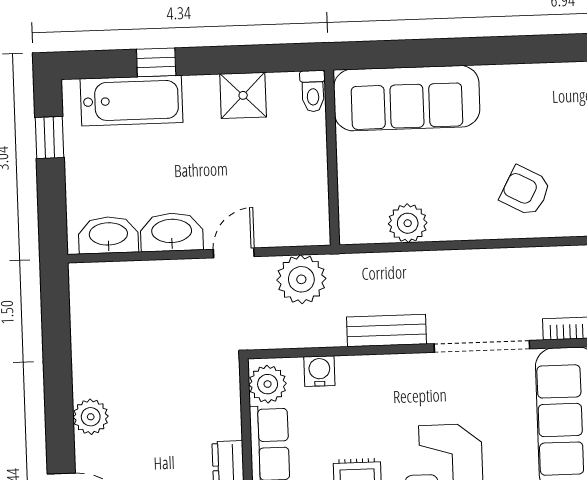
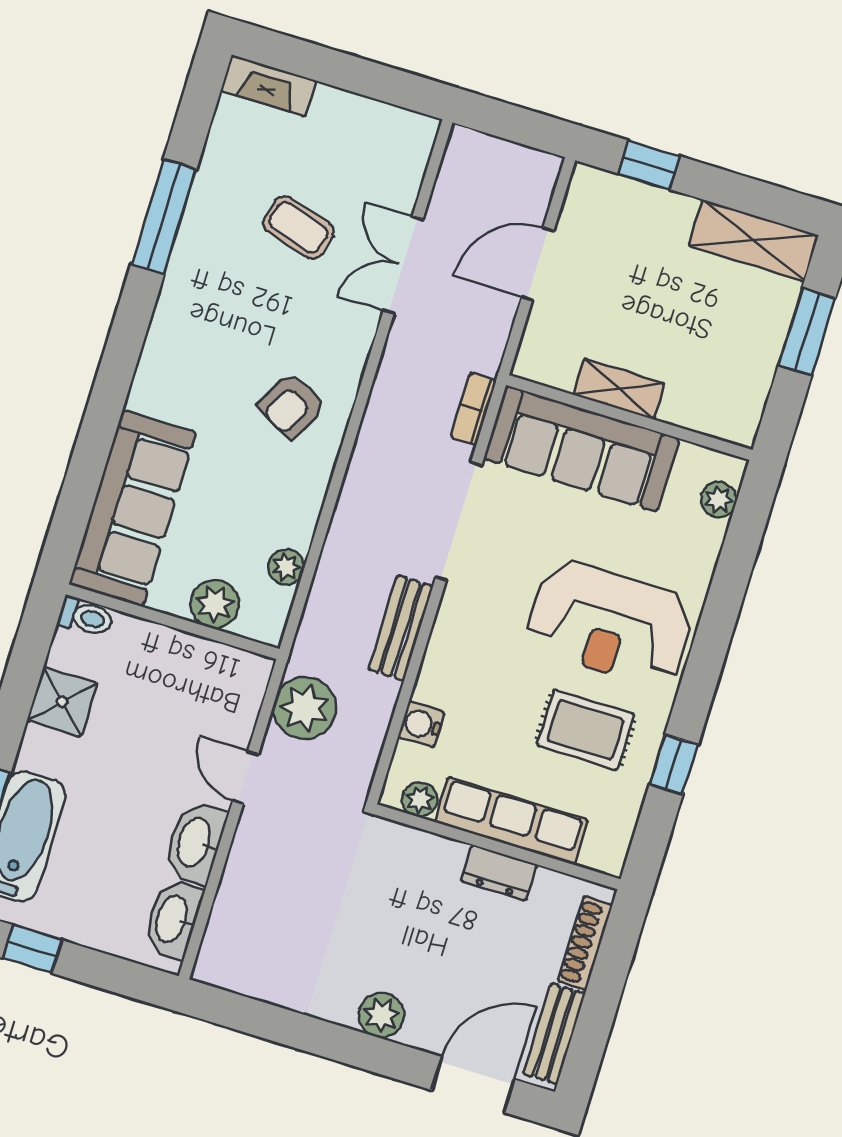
plant: (356, 185) -> (215, 604), added
plant: (408, 223) -> (286, 567), width x0.73, depth x0.73
plant: (268, 384) -> (420, 799), width x0.73, depth x0.73

